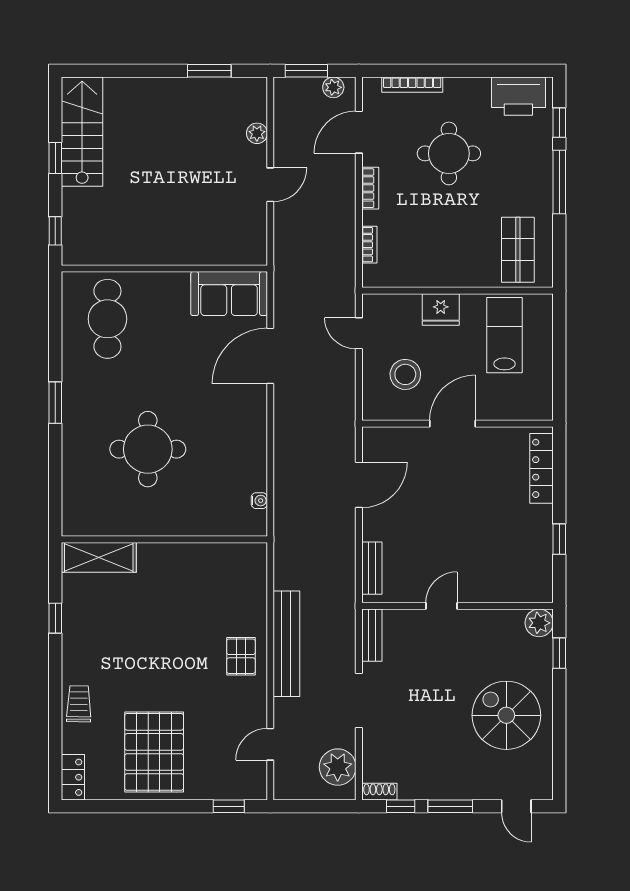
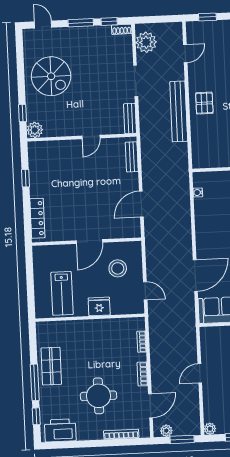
plant: (257, 133) -> (210, 429), moved
shop shelf: (518, 250) -> (51, 366), moved

